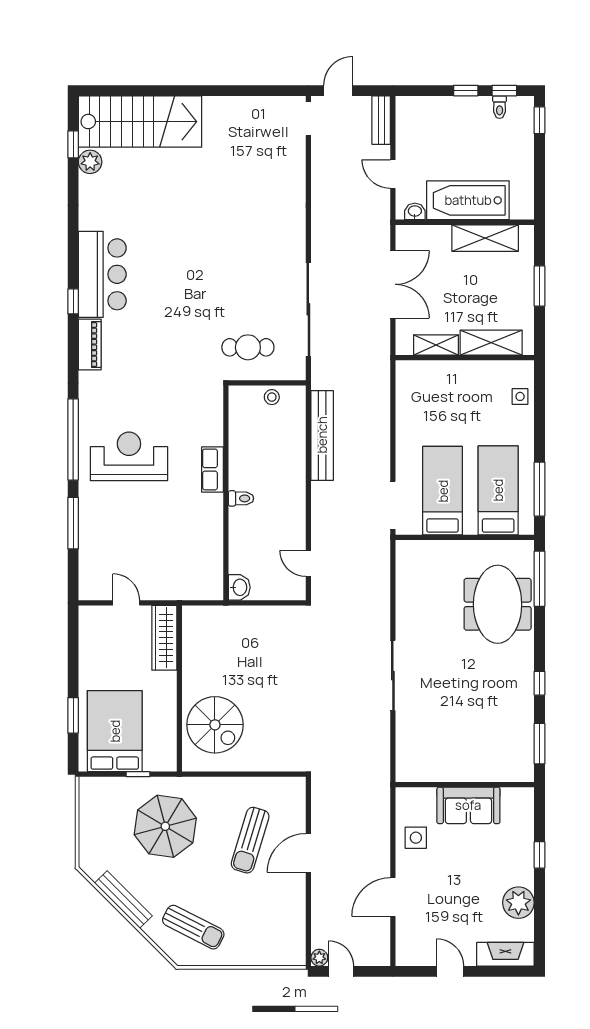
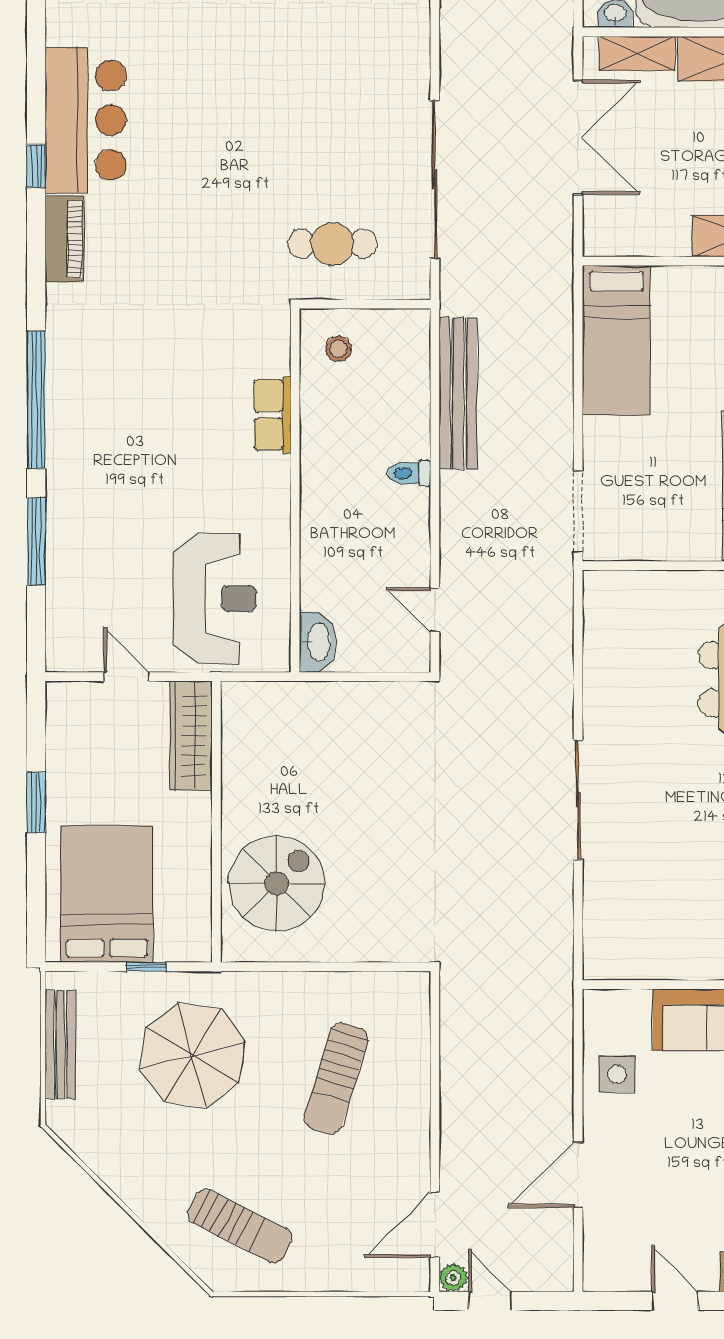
shelving: (436, 345) -> (637, 53), moved
stool: (272, 397) -> (338, 349), moved
reception desk: (129, 456) -> (215, 599), moved, turned 90
row of seats: (213, 469) -> (272, 415), moved
bed: (443, 491) -> (616, 340), moved, turned 180
toilet: (241, 498) -> (409, 473), moved, turned 180
washbasin: (239, 587) -> (318, 642), width x1.38
window: (73, 715) -> (36, 803), moved
spiral stairs: (215, 725) -> (277, 883), turned -90
door: (308, 853) -> (435, 1225), moved
bench: (123, 900) -> (60, 1044), moved, turned 45

